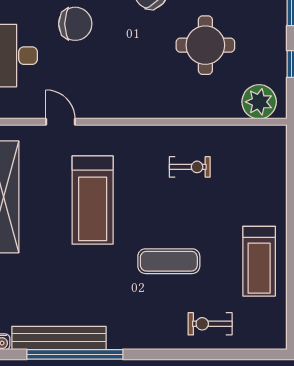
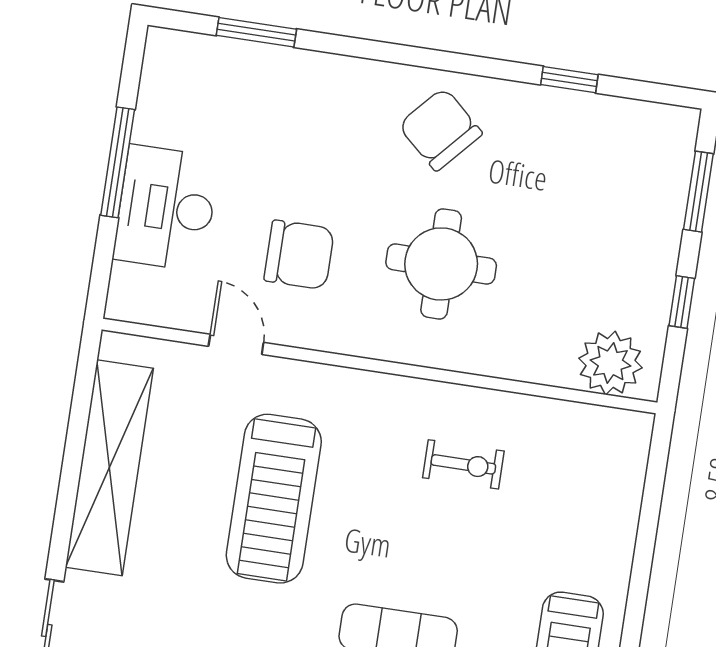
chair: (75, 24) -> (299, 255), moved
round table: (205, 45) -> (441, 264), moved

